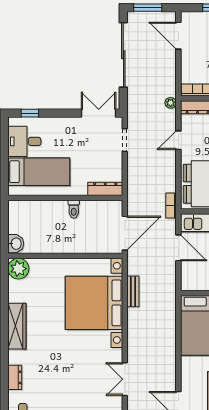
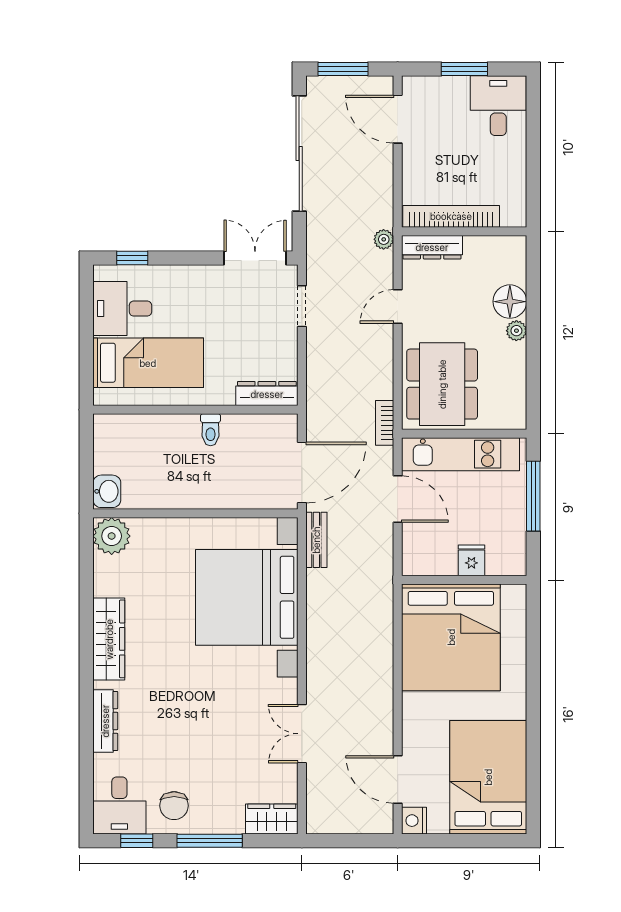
bench: (133, 291) -> (316, 540), moved
dresser: (15, 377) -> (105, 721), width x1.44

